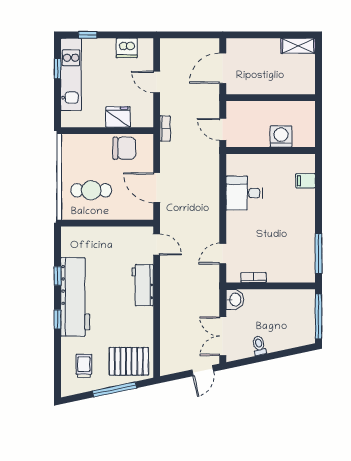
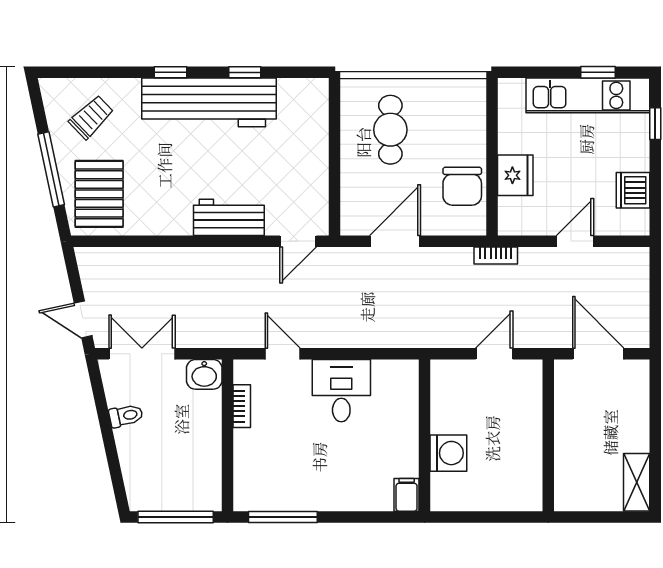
washing machine: (281, 136) -> (448, 453), moved
wall: (271, 150) -> (425, 435), moved
desk: (244, 193) -> (341, 391), moved
trolley: (84, 366) -> (91, 117), turned -44

